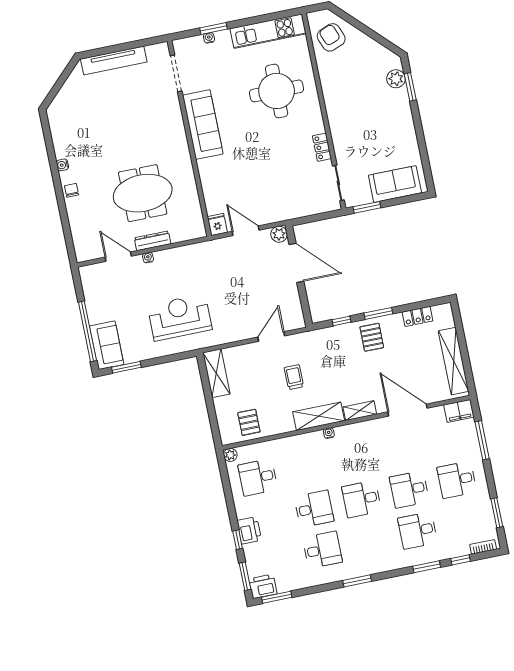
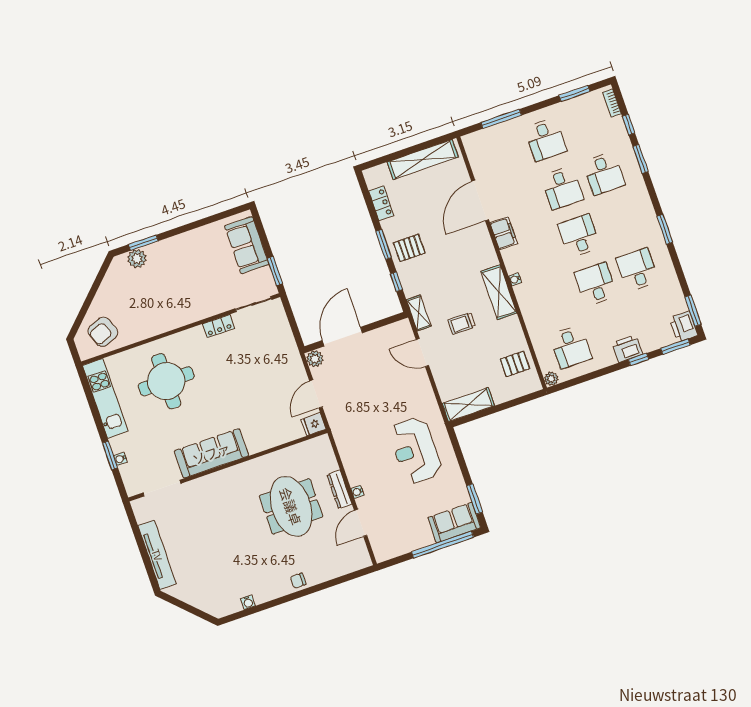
water cooler: (62, 165) -> (248, 602), moved
shelving: (360, 411) -> (419, 313), moved
filing cabinet: (459, 411) -> (504, 233), moved
desk: (362, 499) -> (579, 236), turned 180

